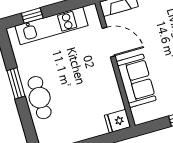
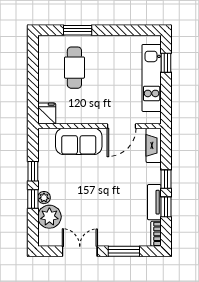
window: (16, 83) -> (78, 30), moved
cafe table: (40, 98) -> (74, 68), moved, turned 90

